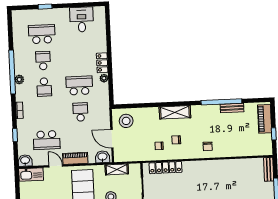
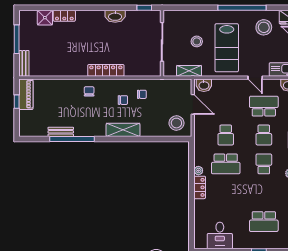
school desk: (43, 61) -> (264, 135), moved
piano: (265, 119) -> (26, 94), moved
piano: (75, 158) -> (234, 85), removed
locker: (166, 168) -> (106, 70), moved

